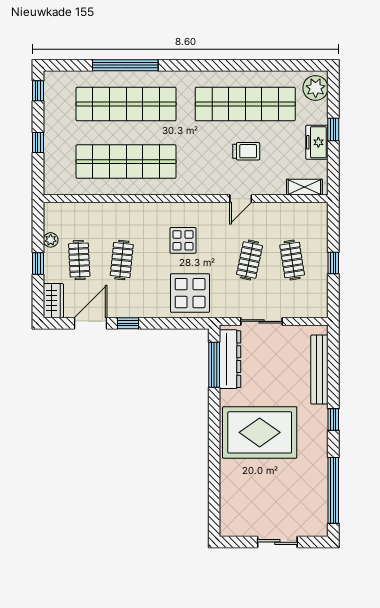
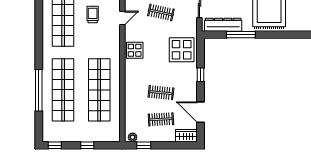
door: (241, 199) -> (122, 18), hinge flipped
plant: (51, 240) -> (133, 137), moved
display table: (183, 240) -> (135, 50), moved
window: (38, 263) -> (144, 145), moved
window: (128, 323) -> (201, 75), moved
window: (214, 365) -> (241, 35), moved

